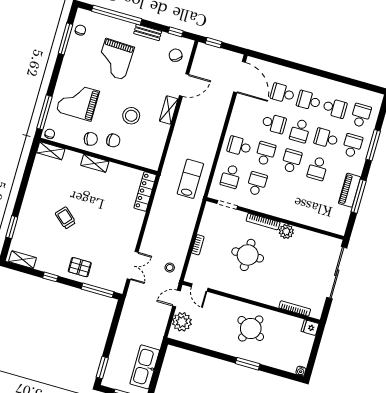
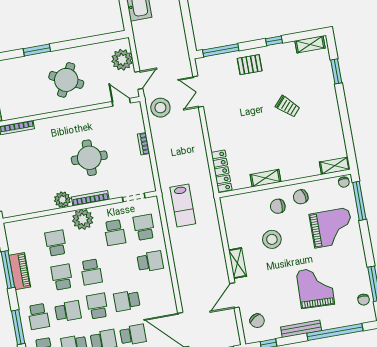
bench: (148, 32) -> (301, 329), width x1.36
school desk: (265, 154) -> (56, 243), moved, turned 180
shelving: (95, 163) -> (266, 178), moved
plant: (278, 207) -> (83, 219), added
stool: (170, 268) -> (160, 108), width x1.89, depth x1.89
round table: (251, 329) -> (66, 80), moved

